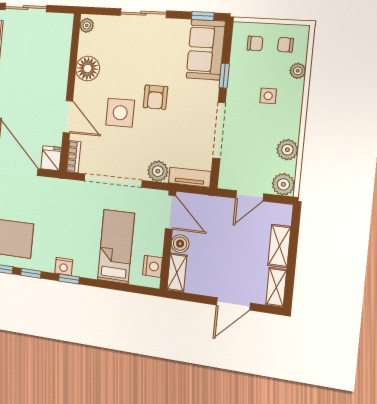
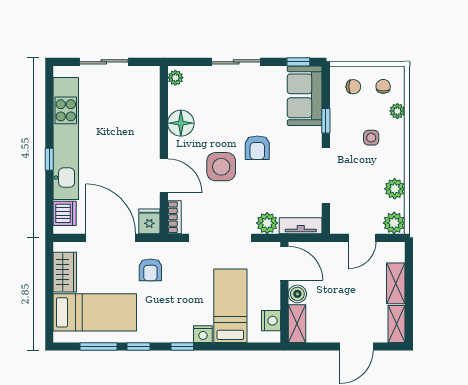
chair: (285, 45) -> (383, 86), turned 90
armchair: (48, 203) -> (150, 270), added
nightstand: (64, 266) -> (203, 334), moved

